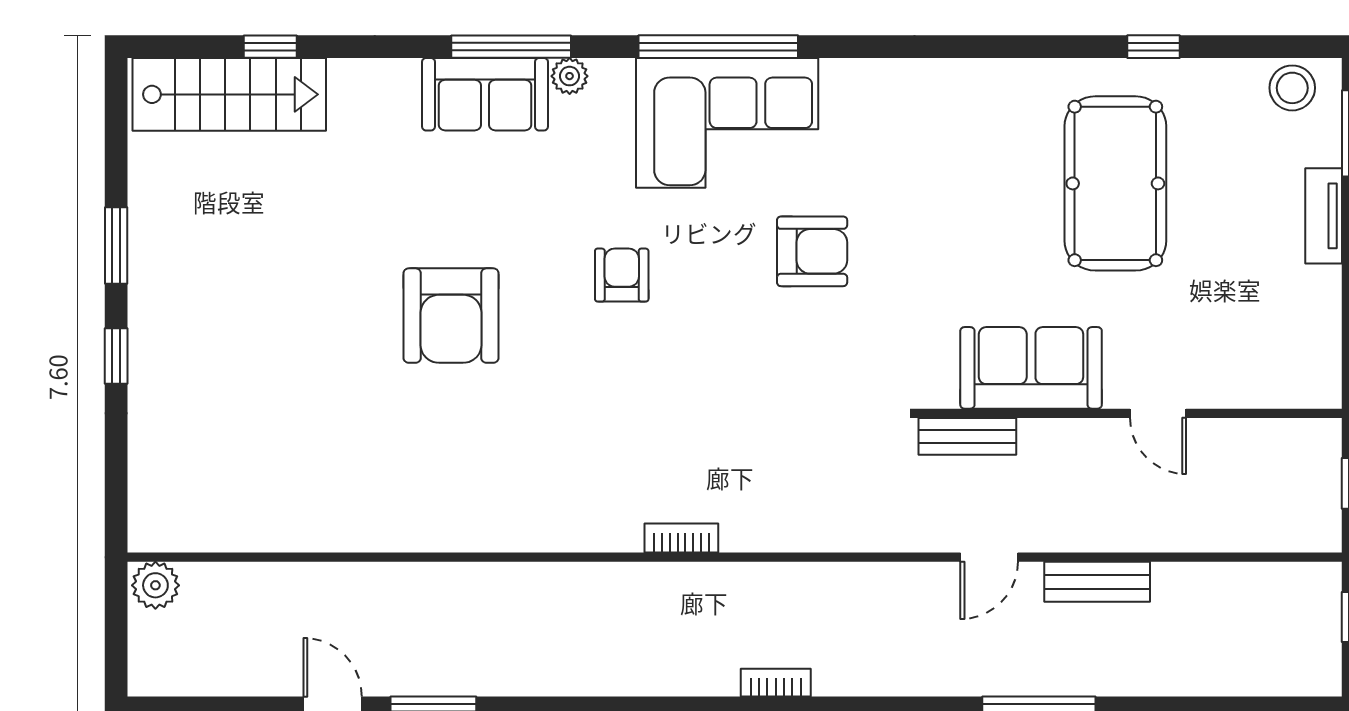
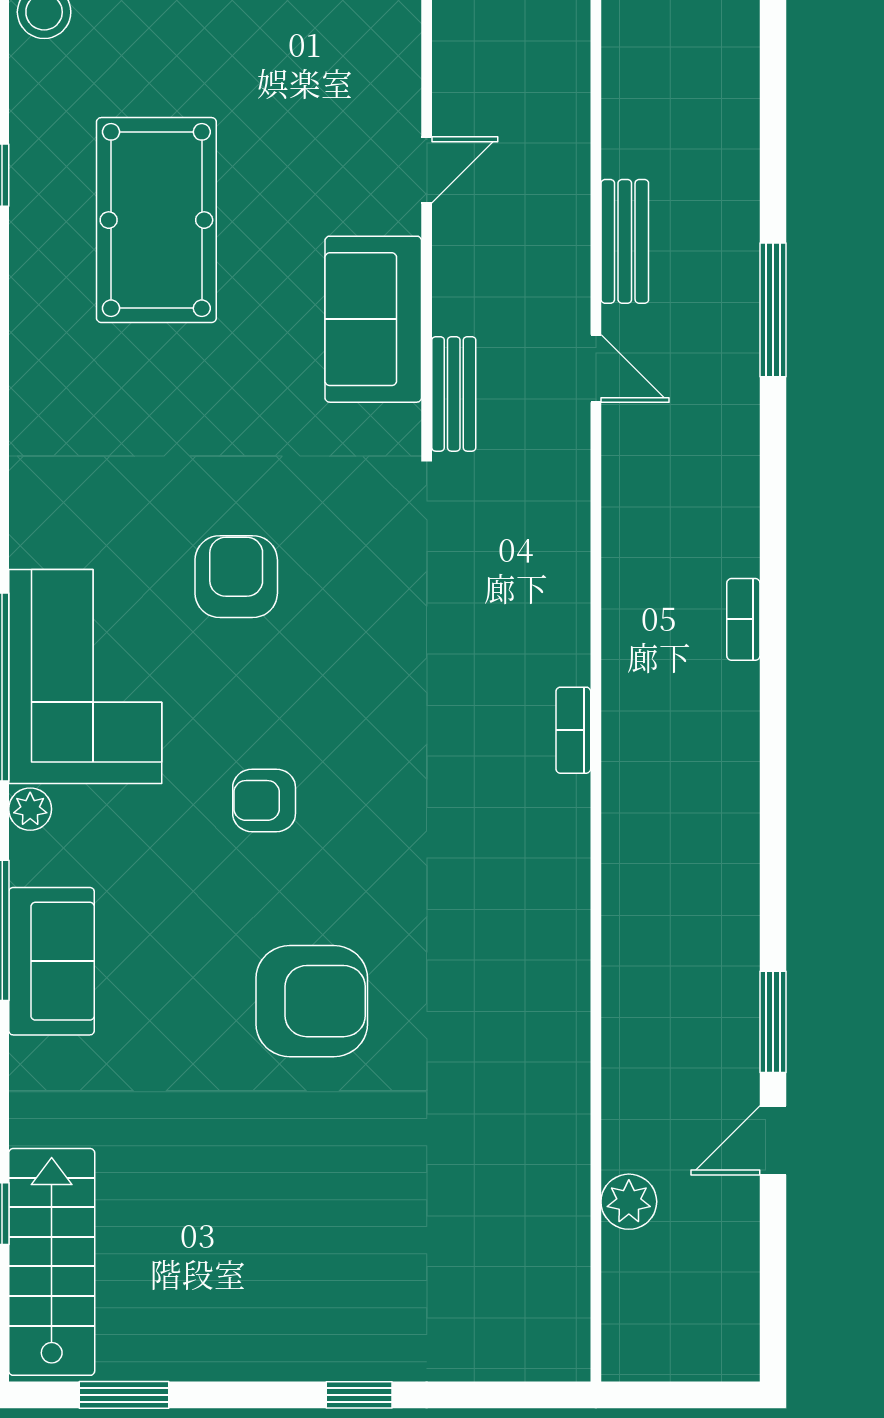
plant: (570, 76) -> (30, 809), moved
pool table: (1115, 183) -> (156, 220), turned 90
window: (116, 245) -> (124, 1395), moved
plant: (155, 585) -> (629, 1202), moved

